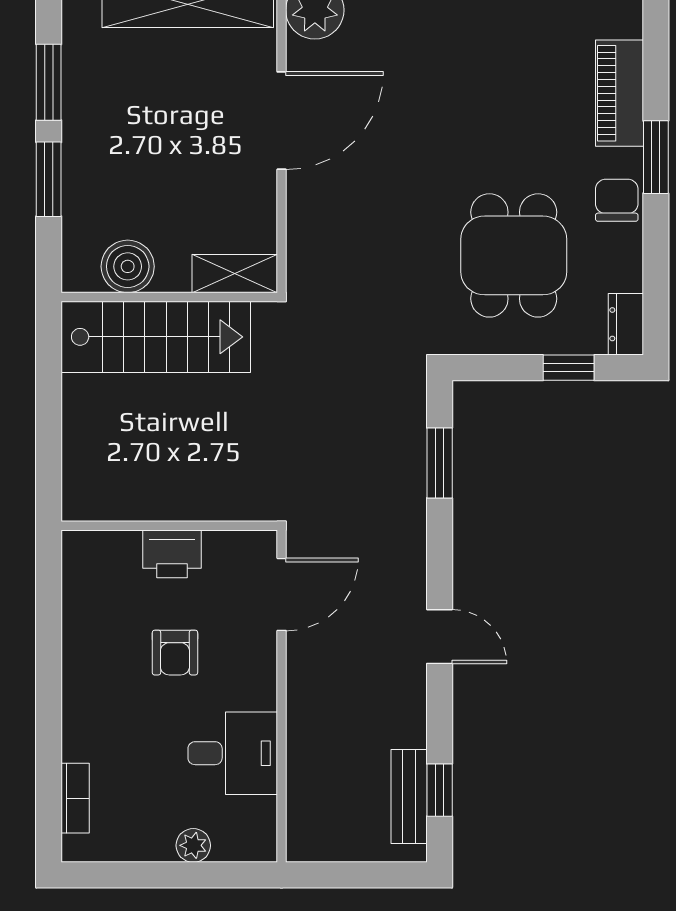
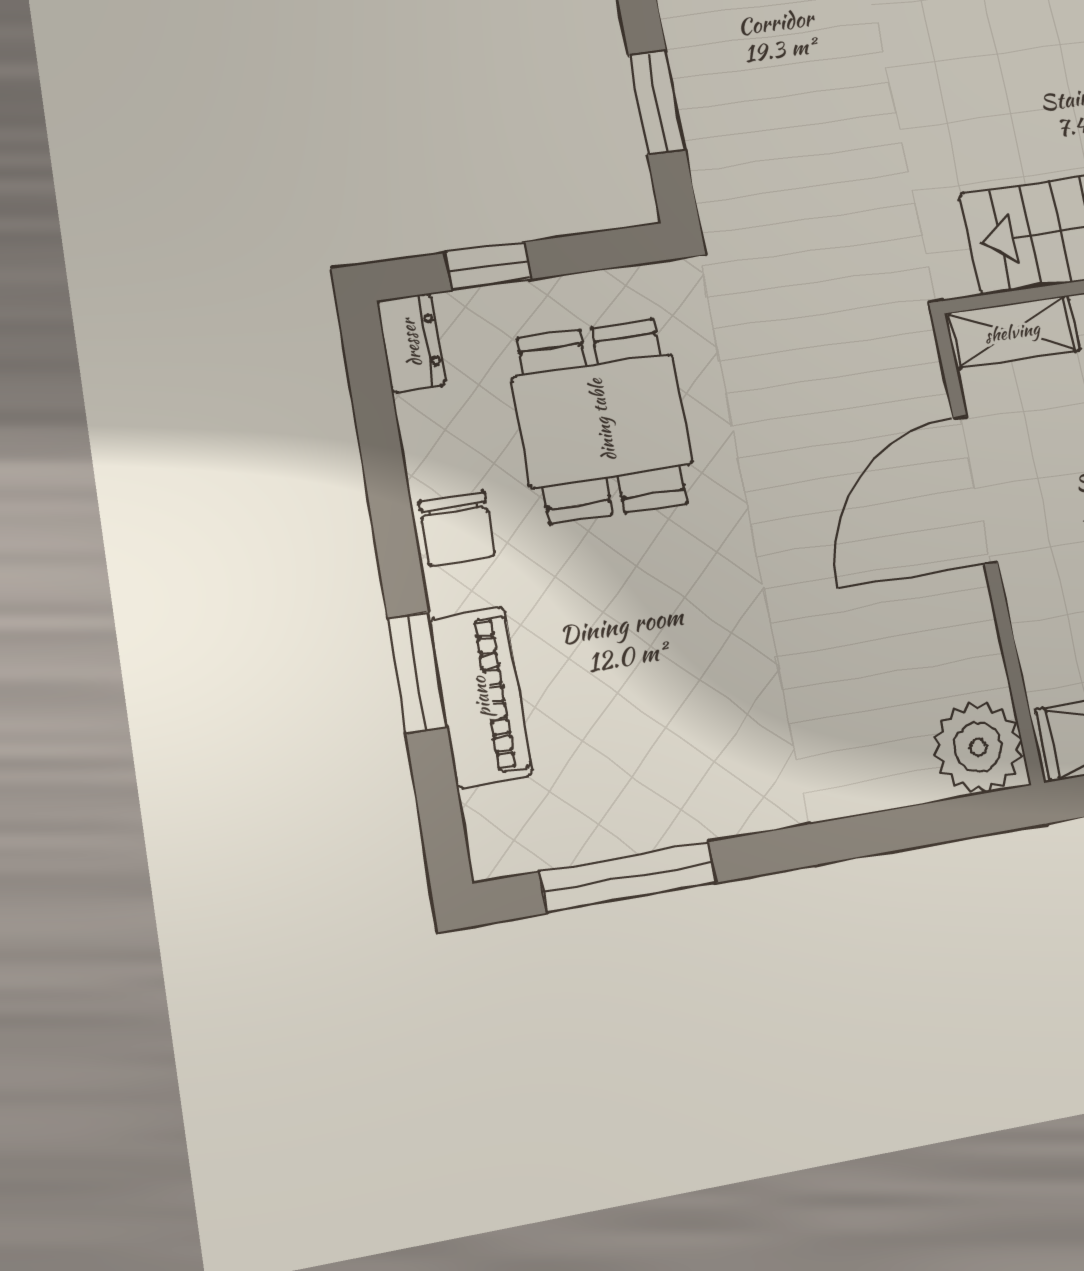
door: (282, 121) -> (975, 490), moved
window: (656, 157) -> (417, 673), moved

